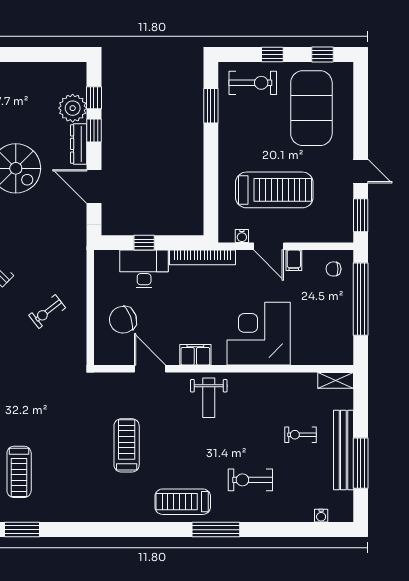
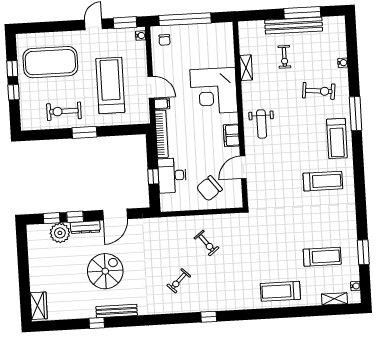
window: (323, 55) -> (12, 69), moved
exercise bike: (253, 83) -> (64, 111), moved, turned -90
window: (211, 106) -> (84, 132), moved
water cooler: (242, 236) -> (141, 36), moved
door: (269, 246) -> (151, 87), hinge flipped
filing cabinet: (294, 260) -> (162, 104), moved
chair: (123, 320) -> (209, 188), turned 73
shelving: (336, 380) -> (246, 68), moved
weight bench: (209, 398) -> (262, 124), turned 90
treadmill: (127, 445) -> (323, 181), moved, turned 180
exercise bike: (250, 480) -> (319, 91), turned -84
water cooler: (321, 516) -> (343, 63), moved

